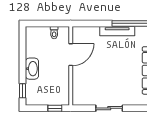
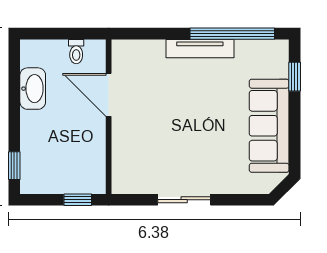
door: (71, 55) -> (109, 95), swing flipped
washbasin: (32, 69) -> (33, 89), moved

